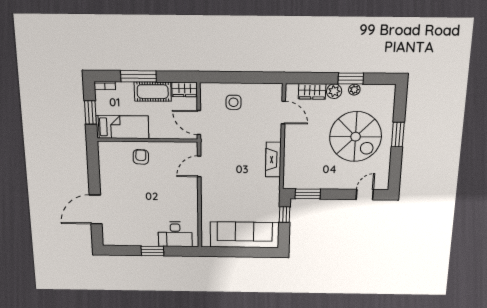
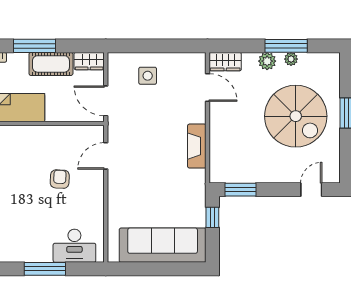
window: (351, 79) -> (286, 46), width x1.44
wardrobe: (312, 91) -> (225, 62), moved
armchair: (141, 157) -> (60, 179), moved
window: (152, 251) -> (45, 269), width x1.44

